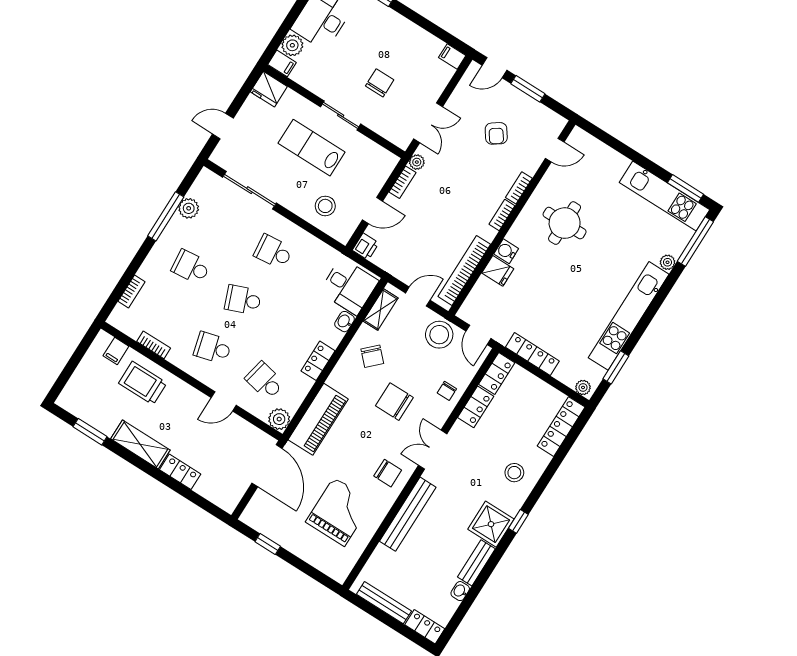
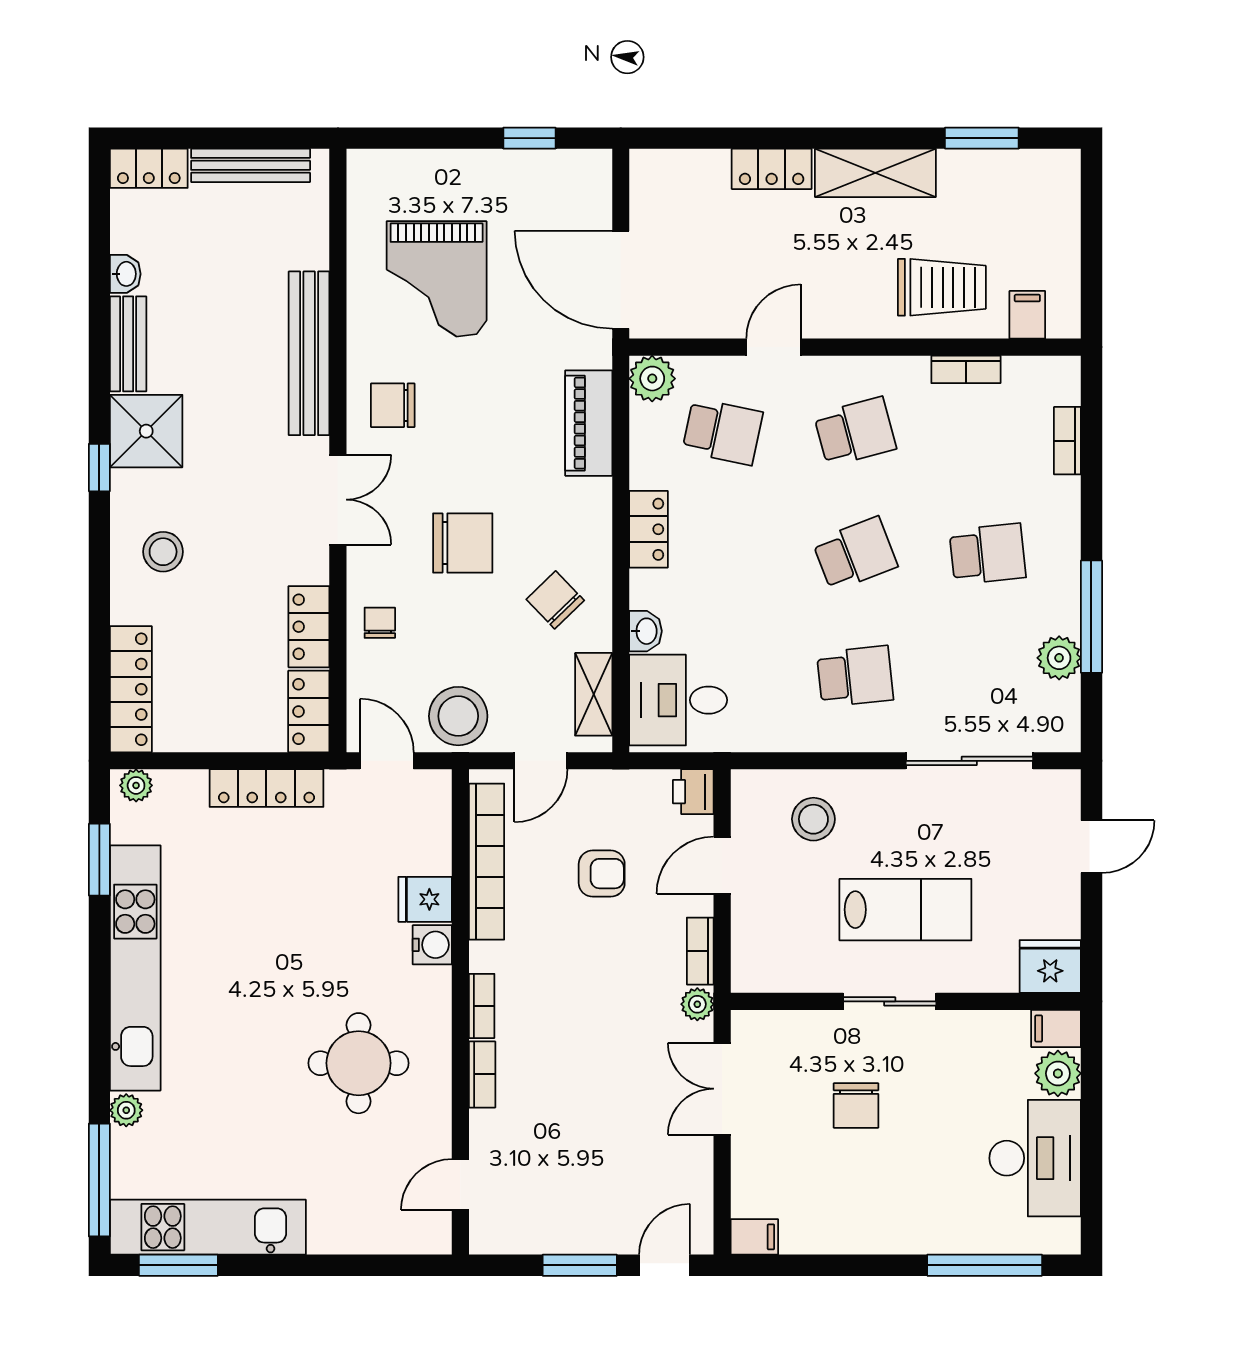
armchair: (496, 133) -> (602, 874), moved, turned 125
piano: (318, 419) -> (589, 423), width x0.73, depth x0.75

